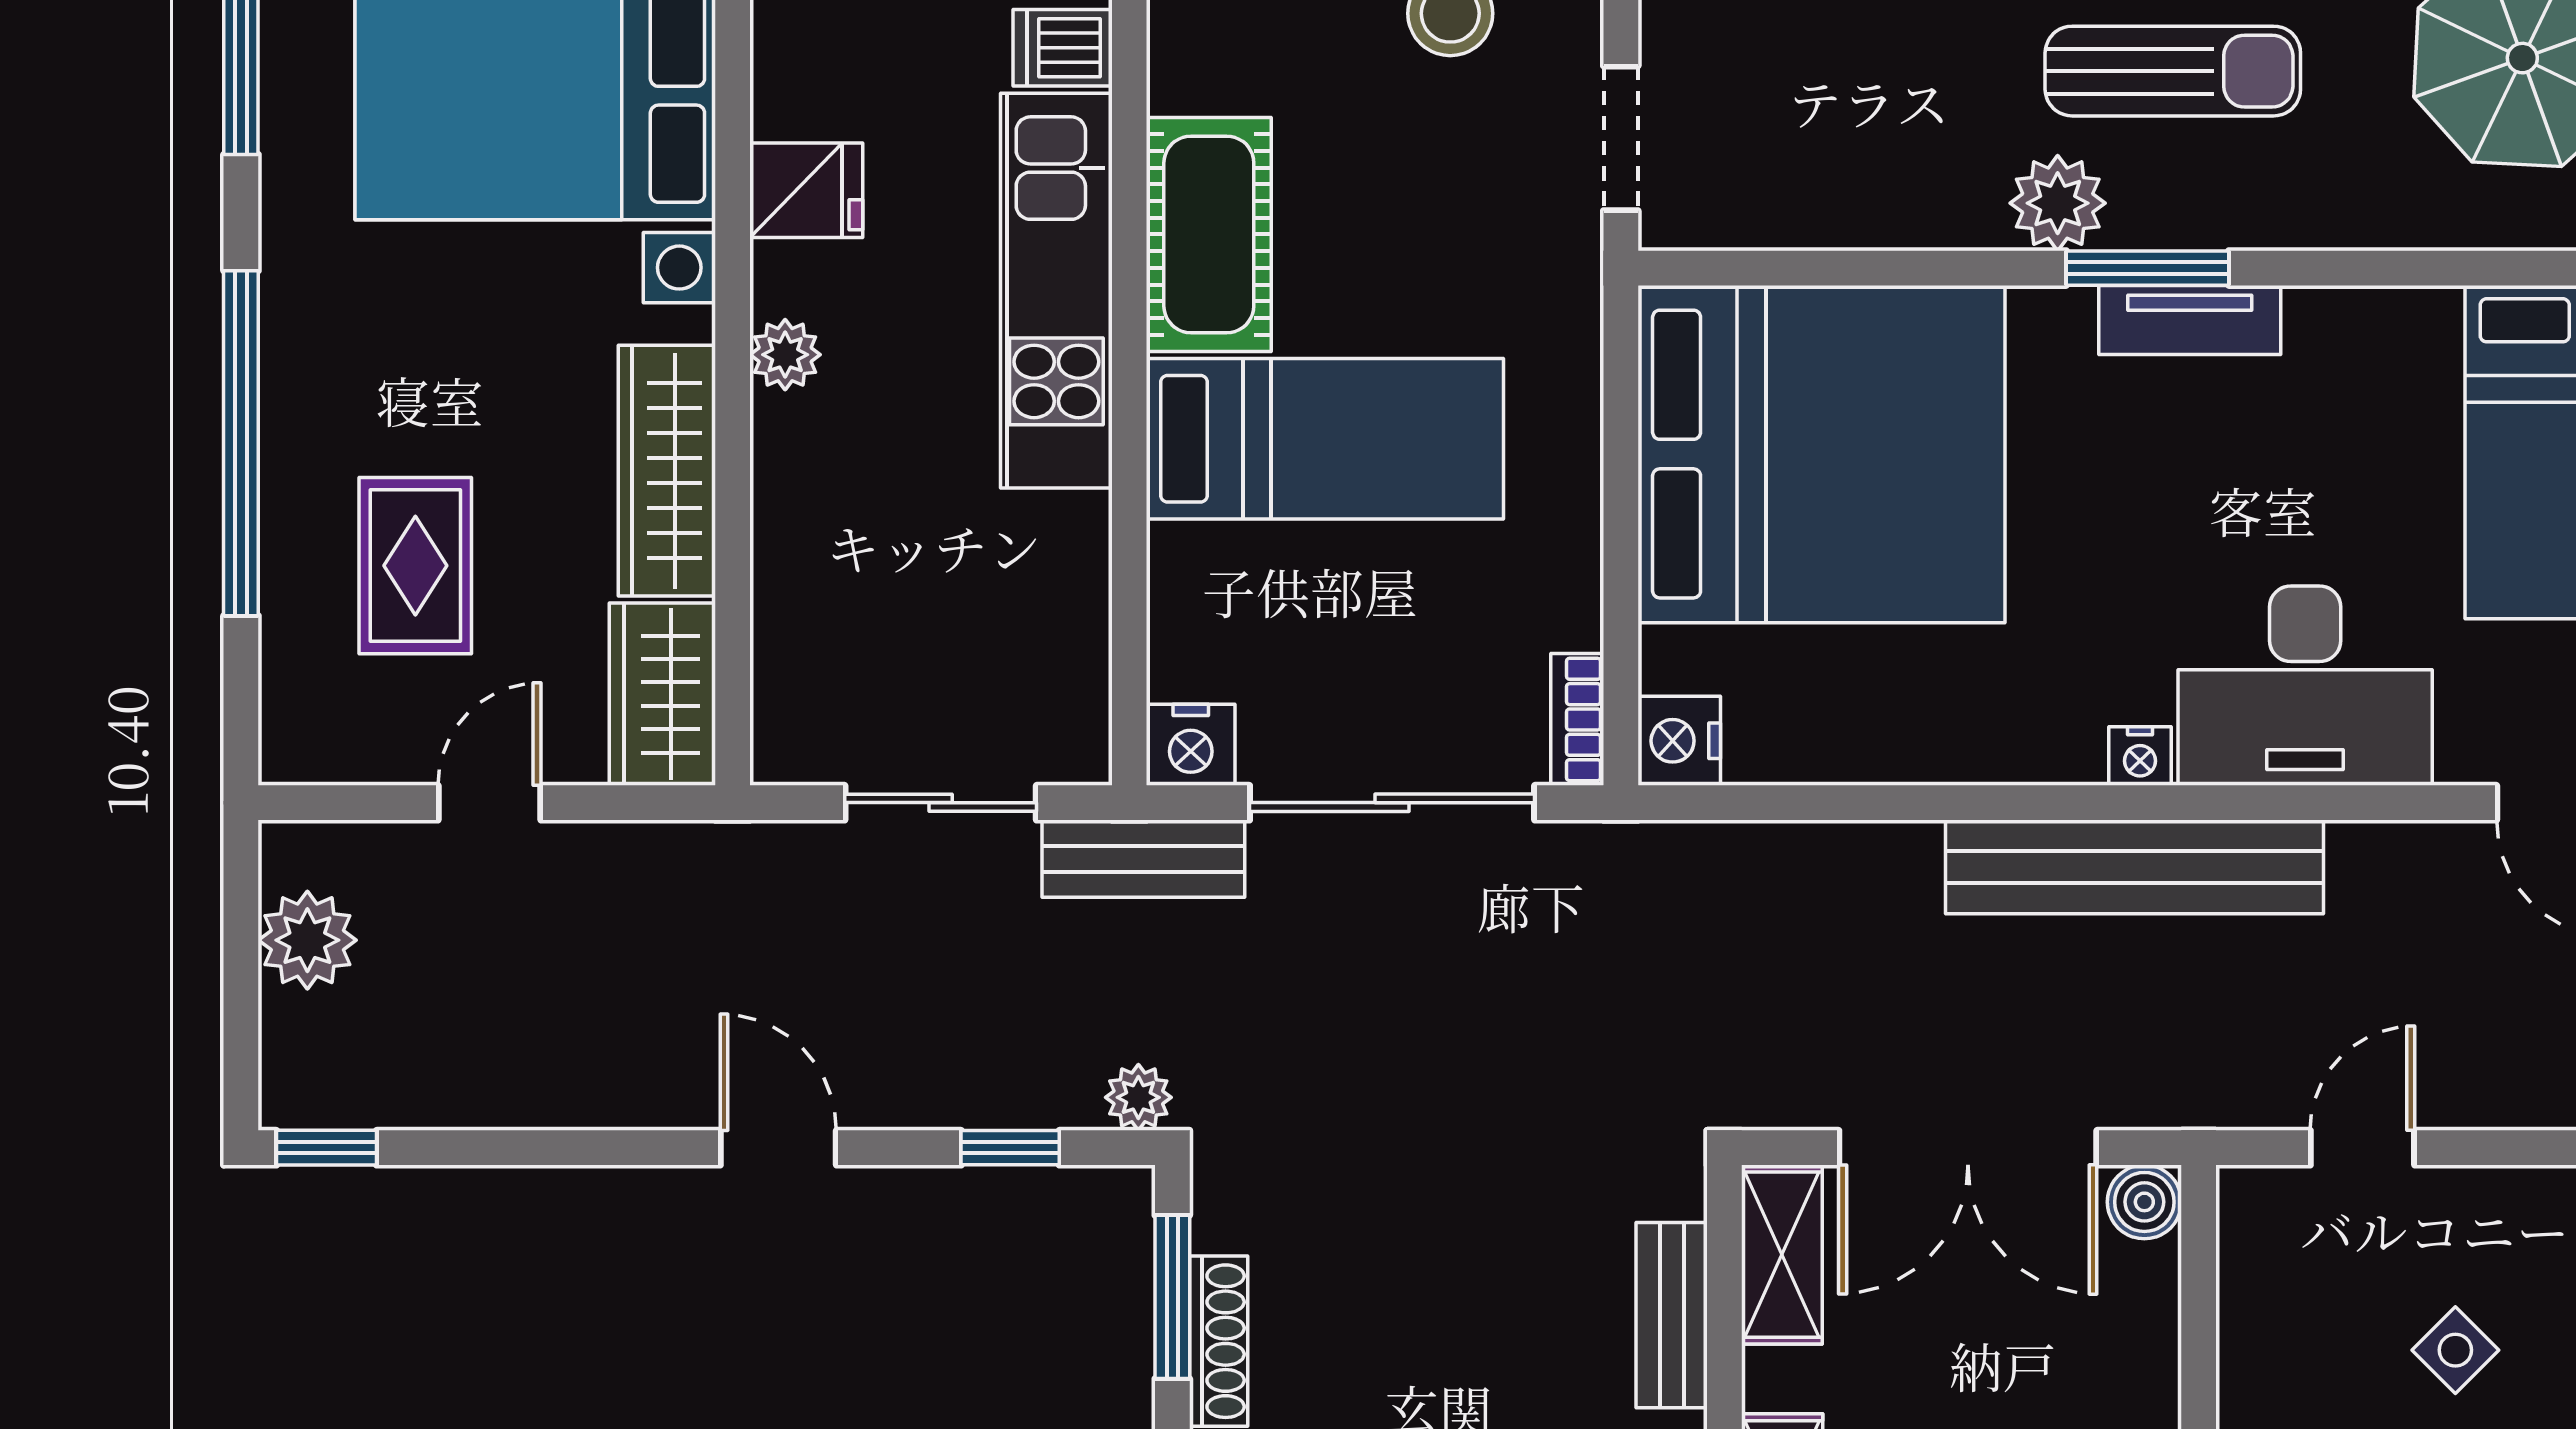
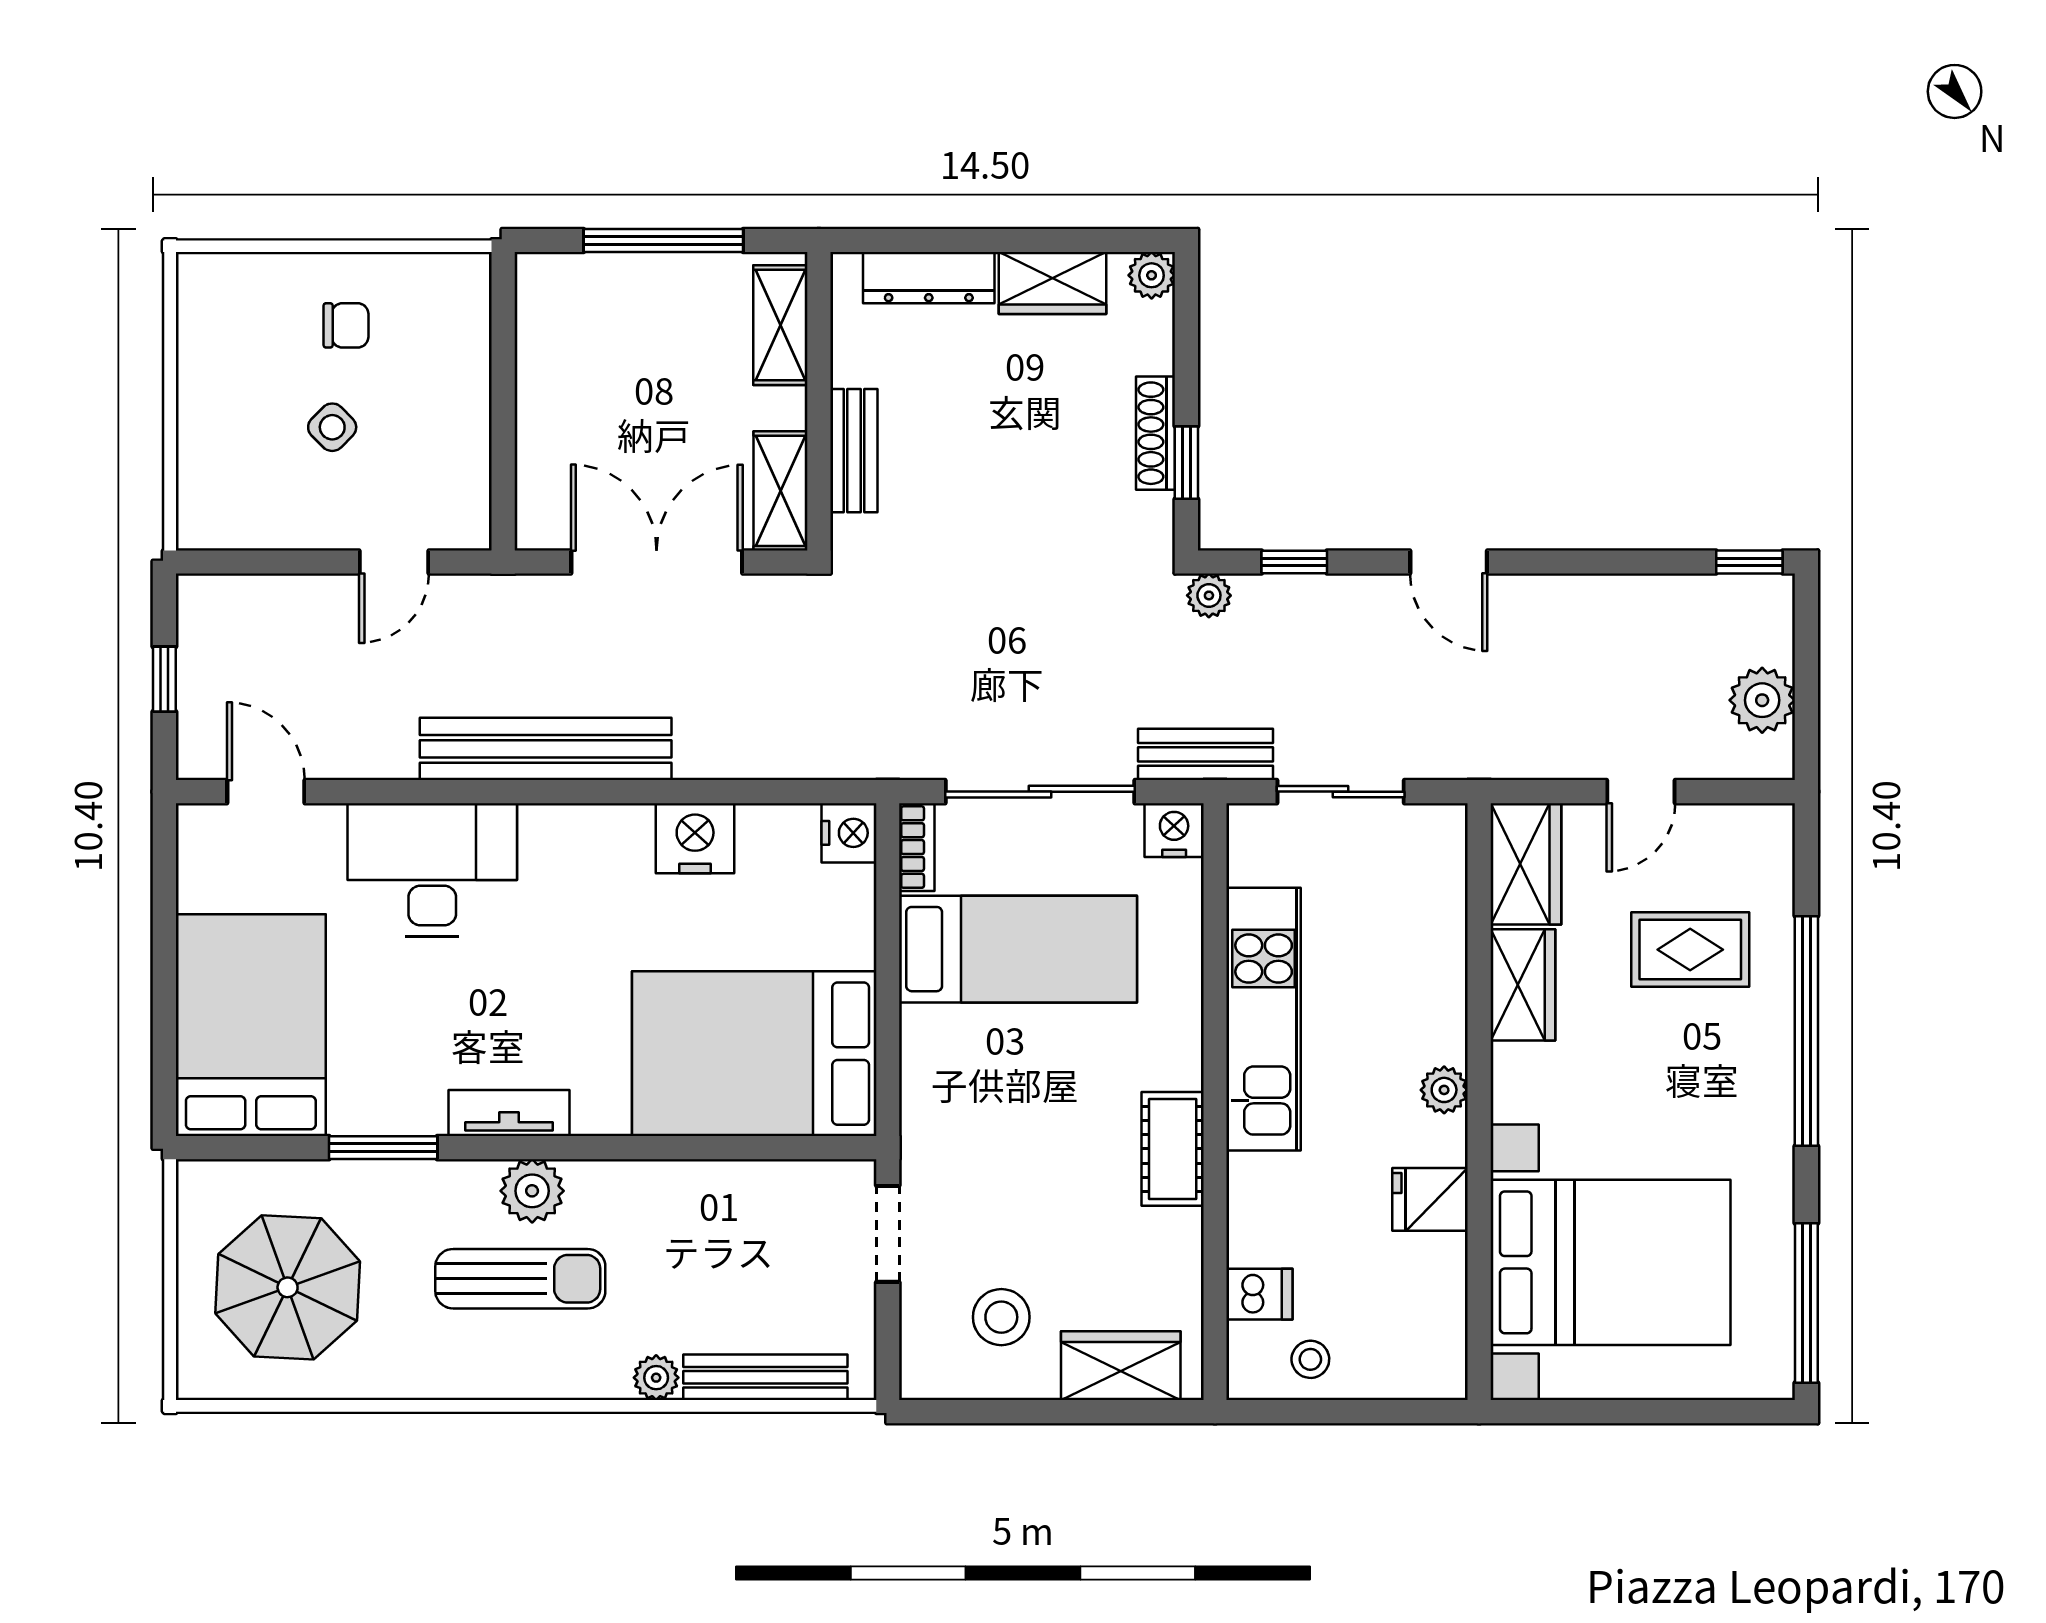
sun lounger: (2173, 71) -> (520, 1279), turned 180
plant: (2058, 203) -> (532, 1191), moved
cot: (1209, 234) -> (1173, 1149), width x0.73, depth x0.75
window: (2148, 268) -> (383, 1148), moved
kitchen unit: (1056, 291) -> (1264, 1019), moved
bed: (1325, 439) -> (1018, 949), moved, turned 180
bed: (1821, 454) -> (754, 1054), width x0.73
wardrobe: (667, 471) -> (1523, 985), width x0.67
rug: (415, 566) -> (1690, 950), turned 90
nightstand: (2140, 756) -> (695, 838), moved, width x1.89, depth x1.79
boiler: (2144, 1202) -> (539, 526), removed
window: (1172, 1297) -> (1186, 463), width x0.67

